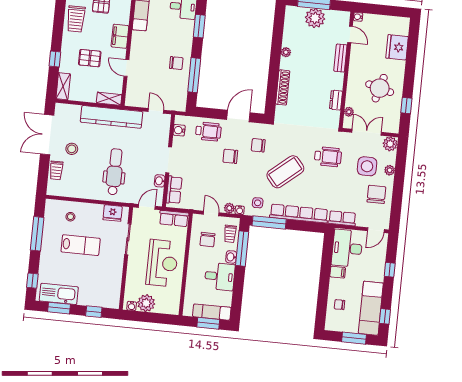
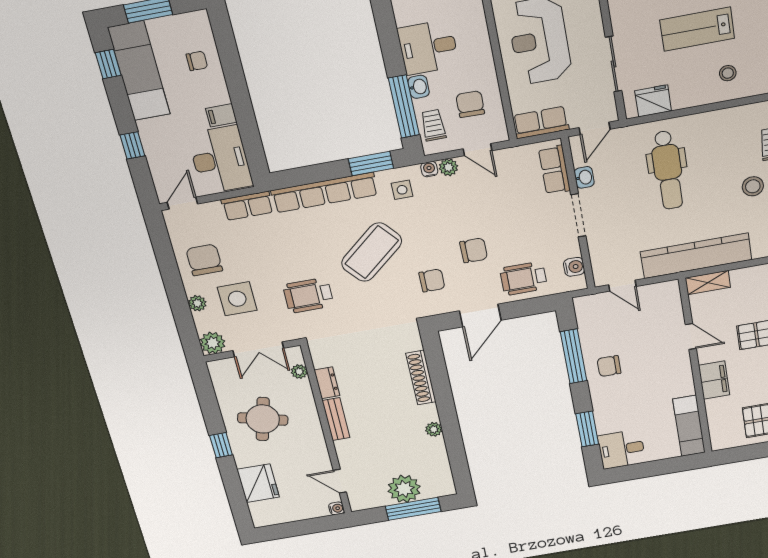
bench: (340, 58) -> (336, 419), moved
window: (406, 105) -> (221, 445), moved
chair: (376, 194) -> (204, 260), turned 180
window: (269, 222) -> (371, 164), width x0.69

